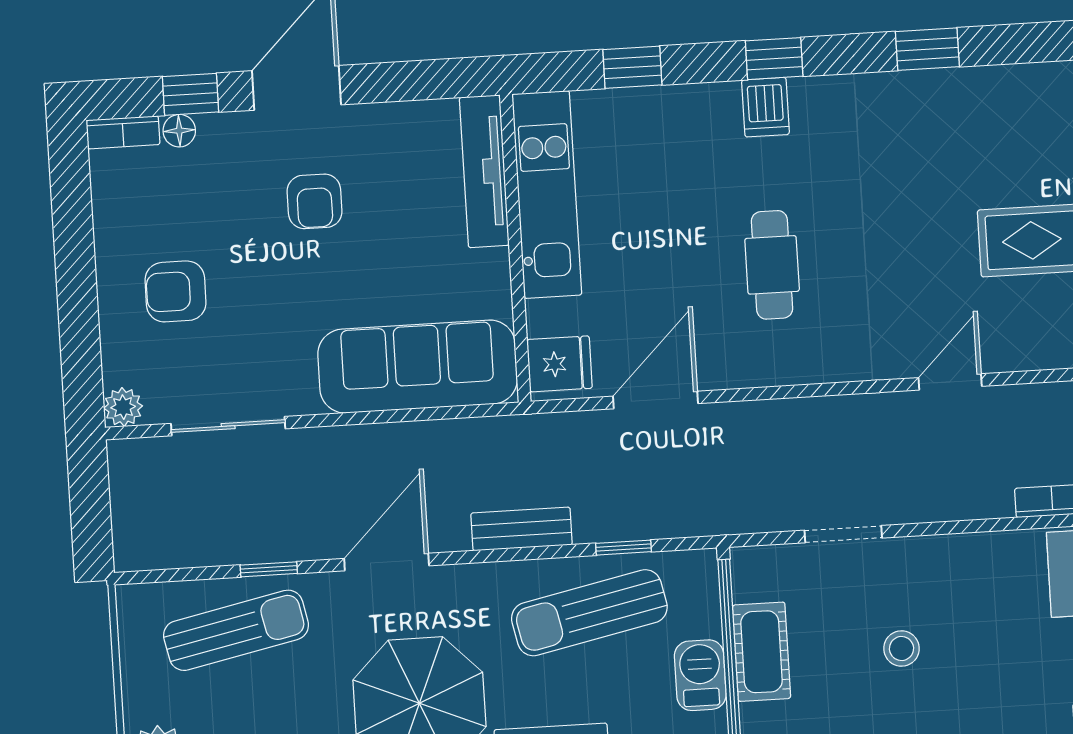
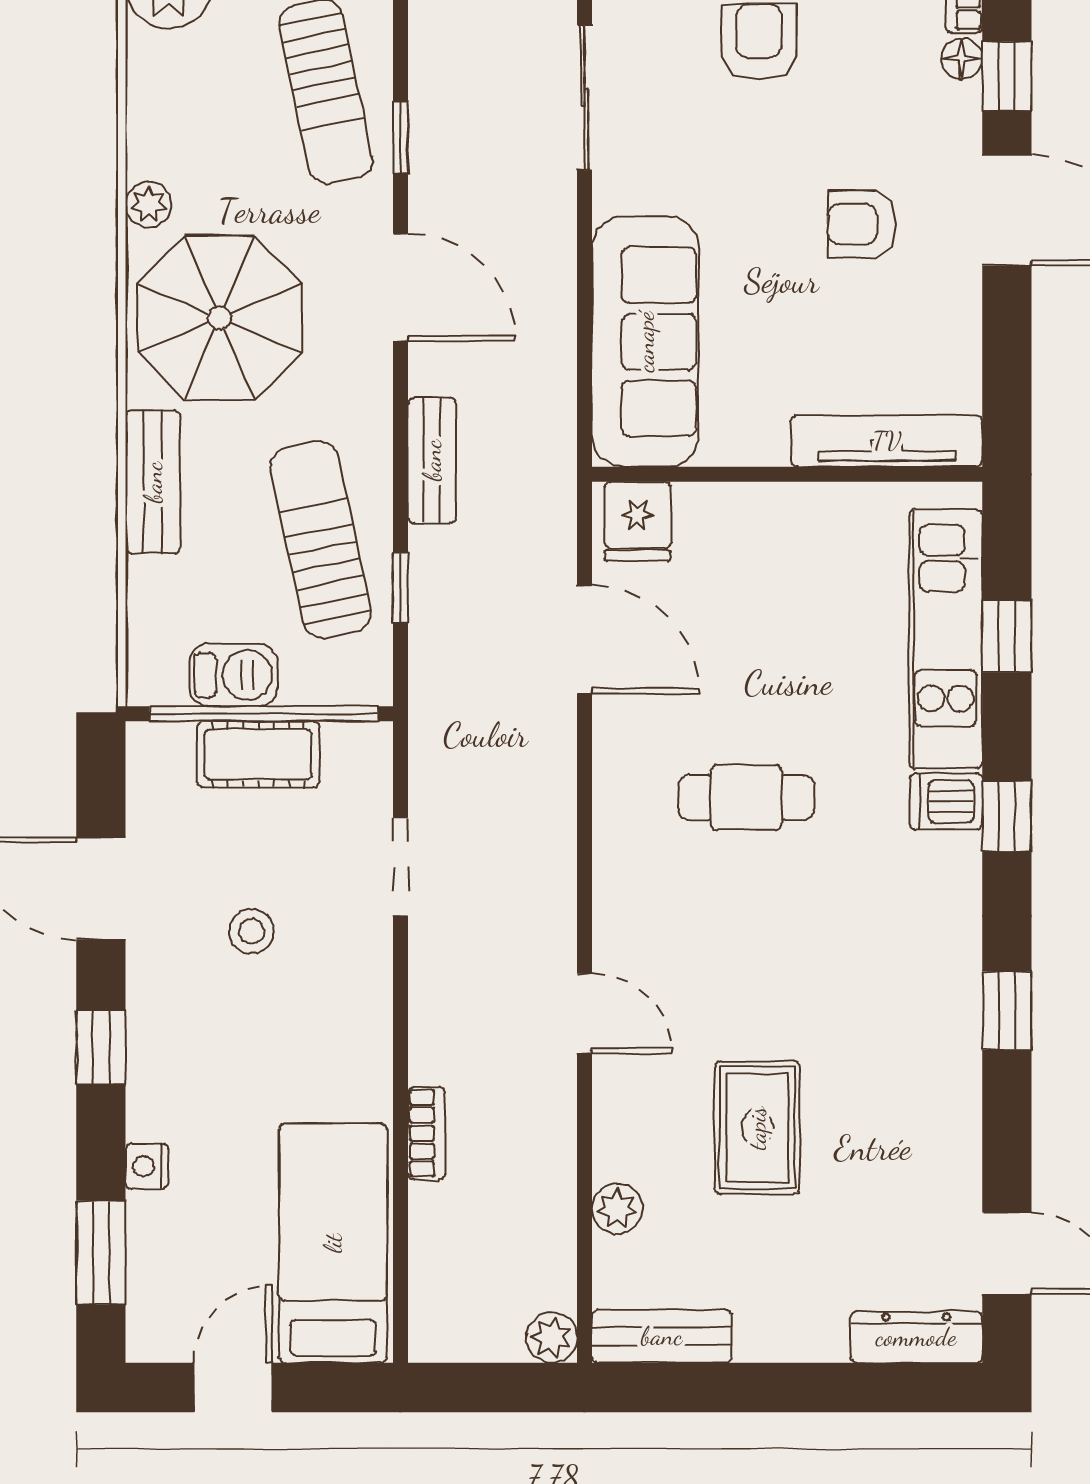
kitchen unit: (547, 195) -> (946, 639), moved, turned 90

